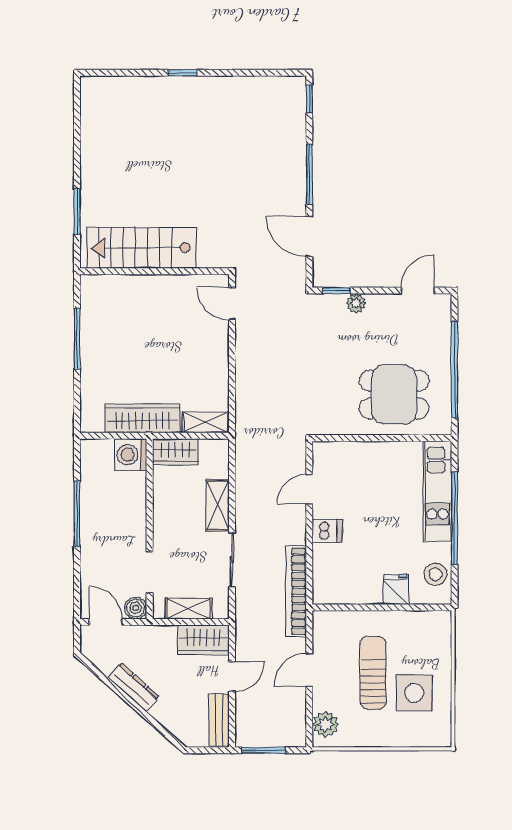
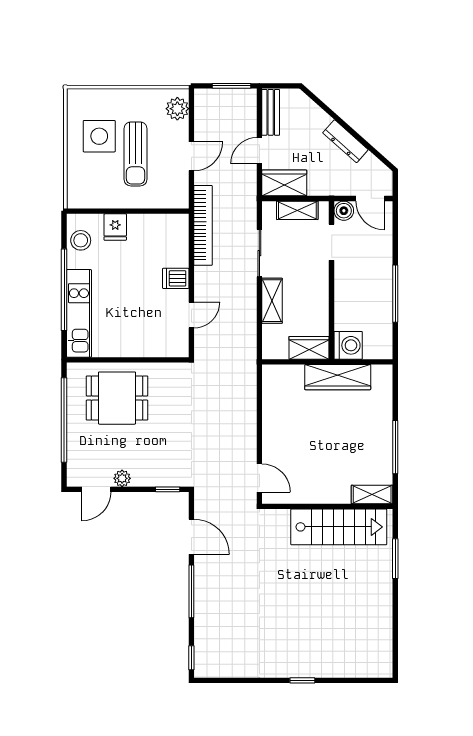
plant: (356, 303) -> (122, 478), moved
shelving: (205, 422) -> (372, 494), moved

